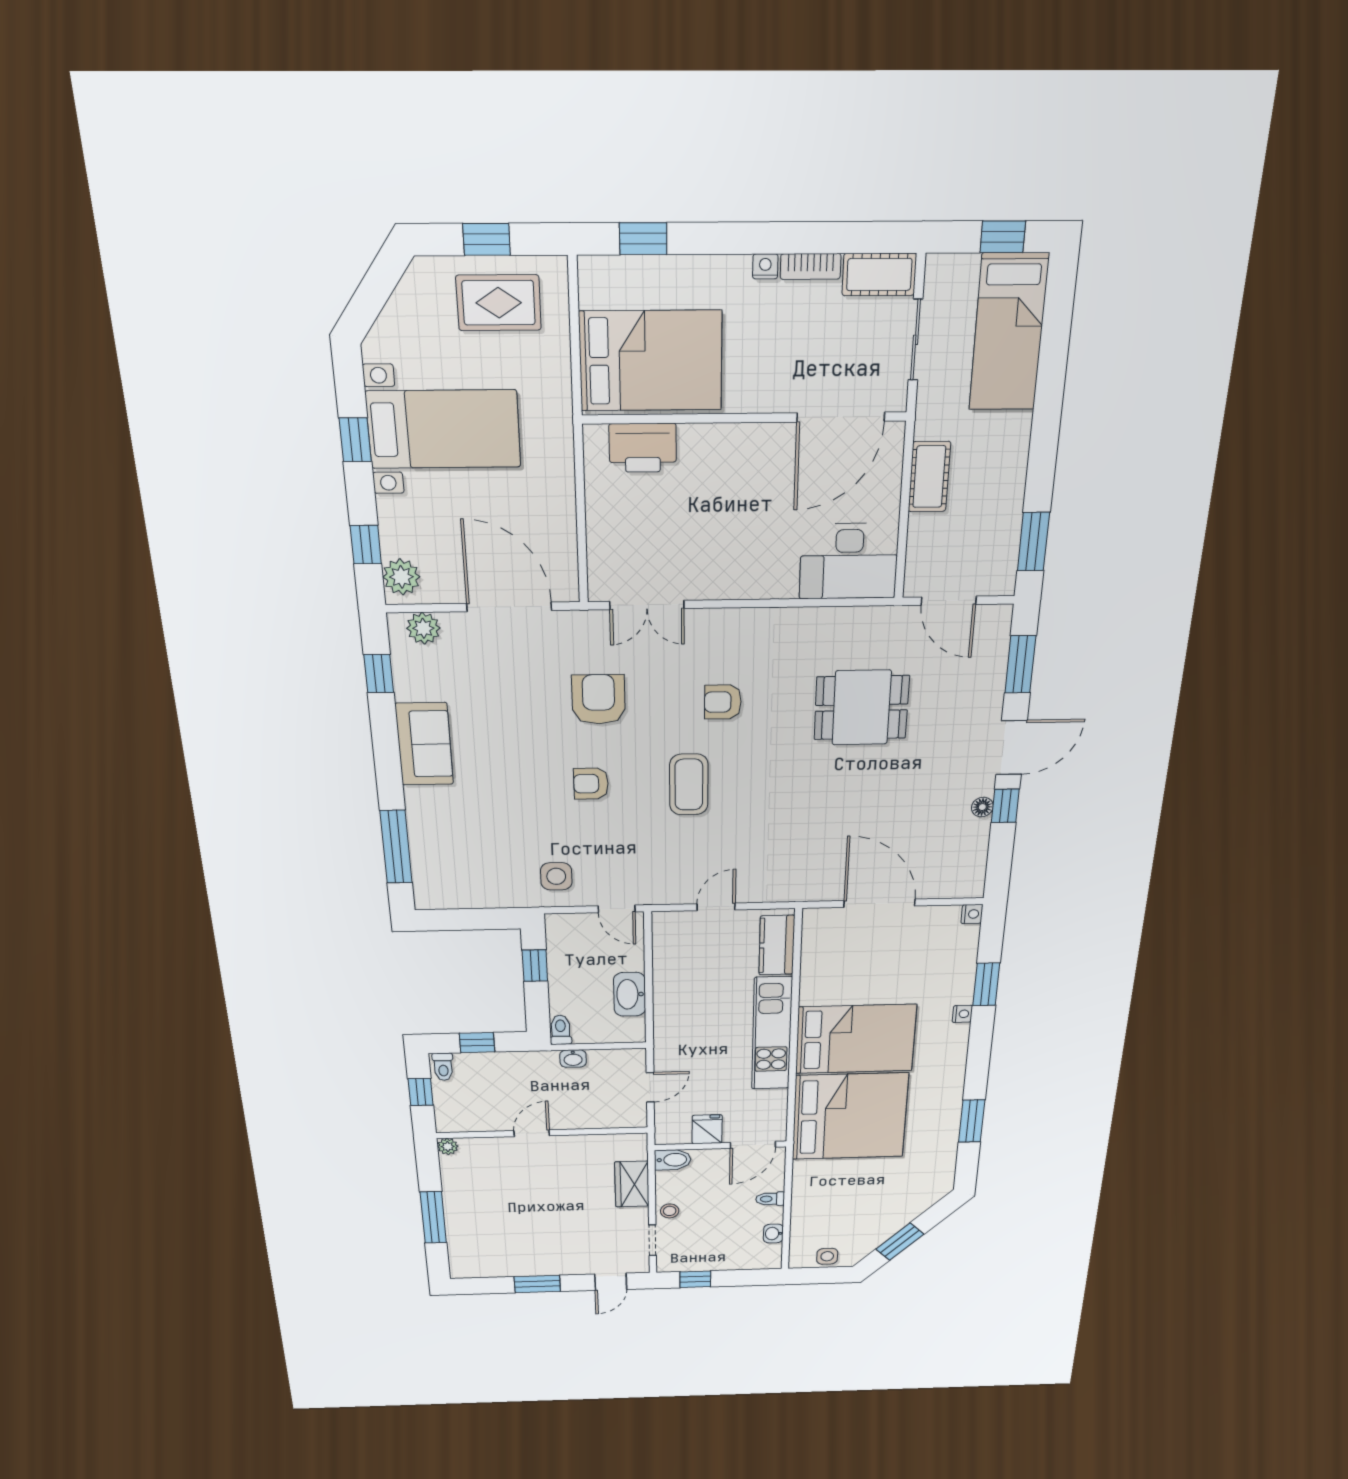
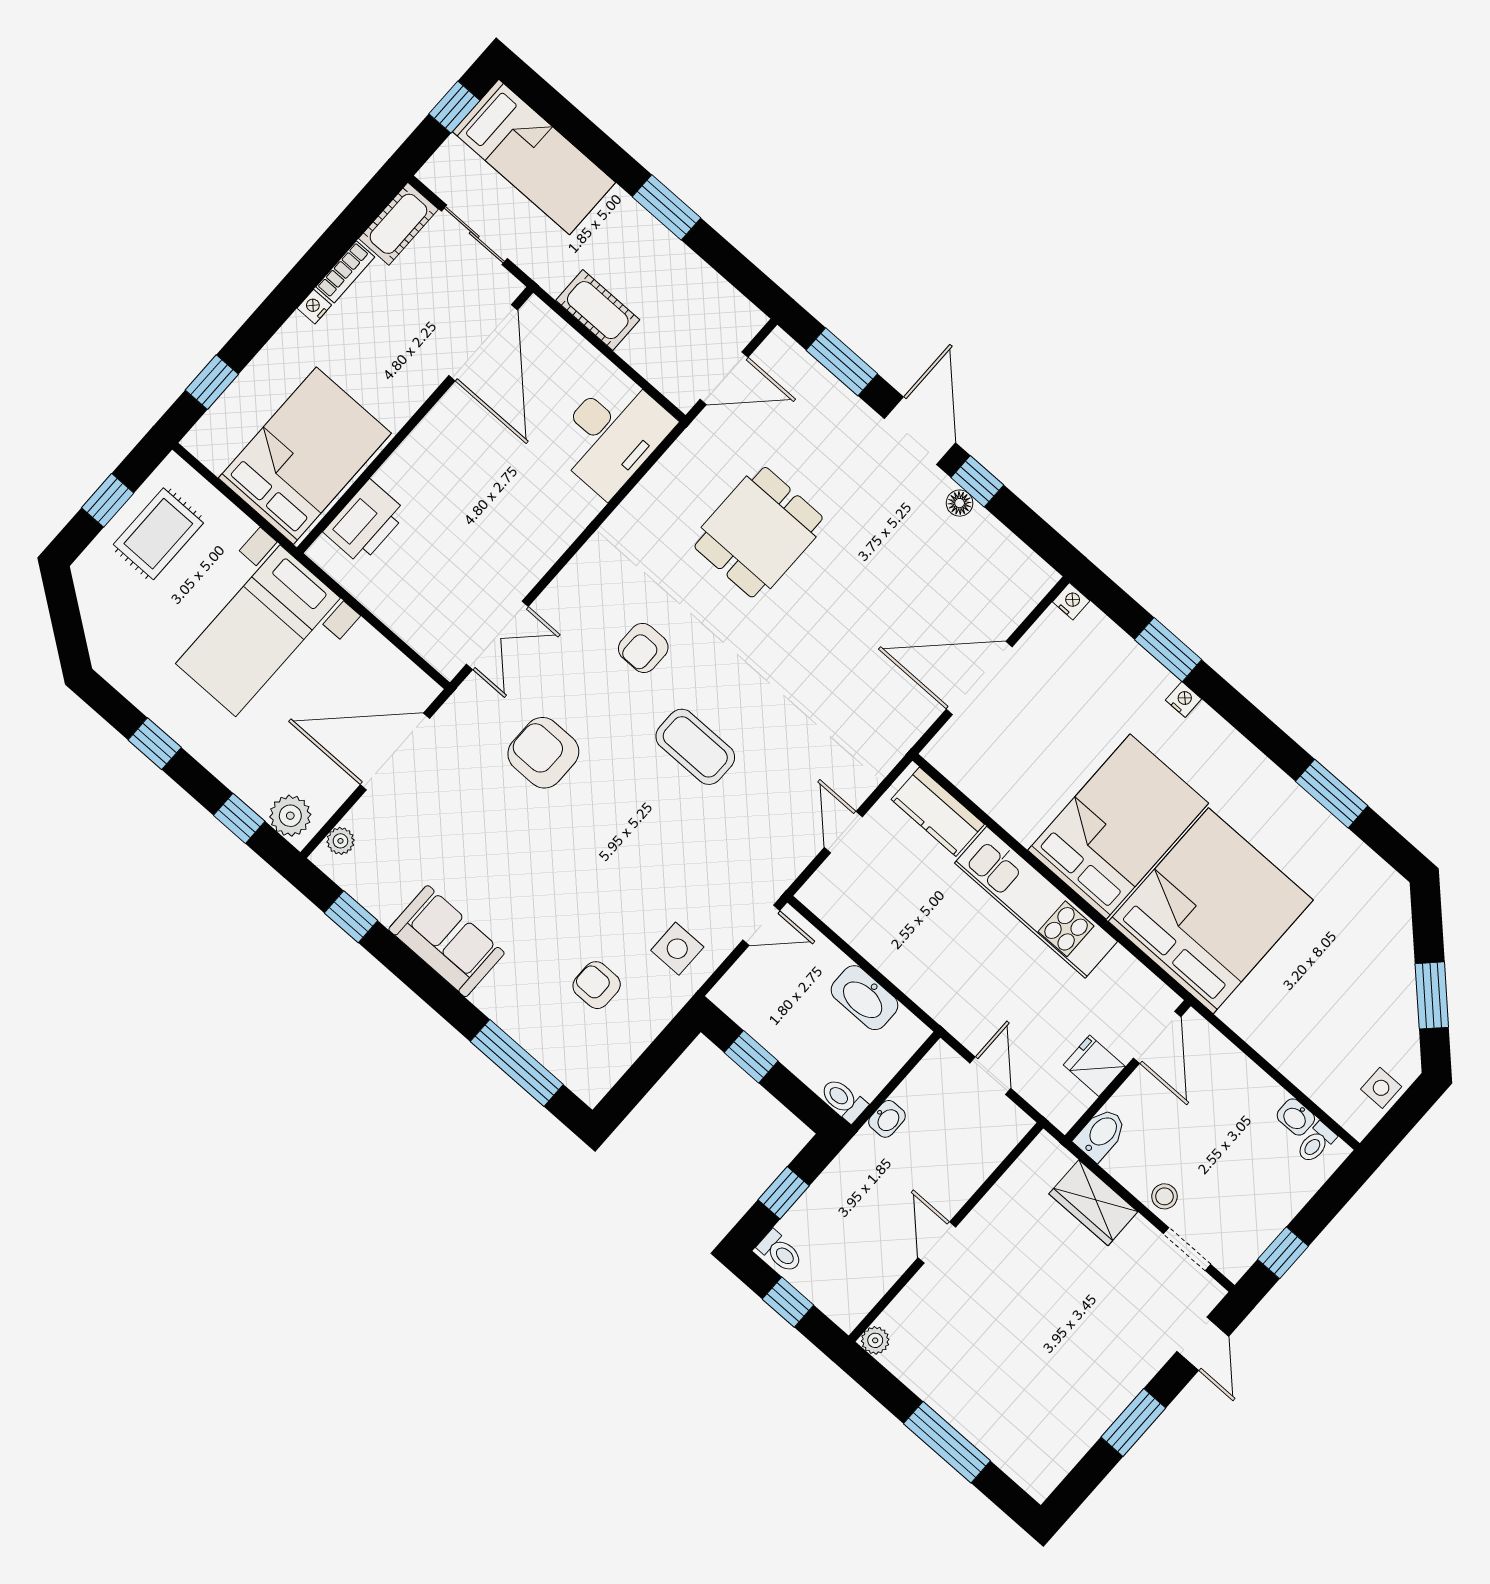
bed with nightstands: (444, 429) -> (258, 631), moved, turned 180
window: (1033, 542) -> (666, 207), moved
plant: (423, 628) -> (340, 841), width x0.73, depth x0.73
armchair: (591, 784) -> (597, 985), moved, turned 90
toilet: (770, 1199) -> (1316, 1143), moved

